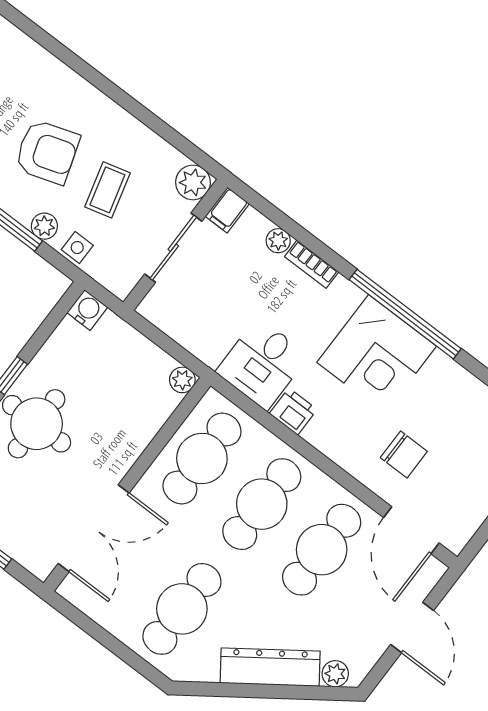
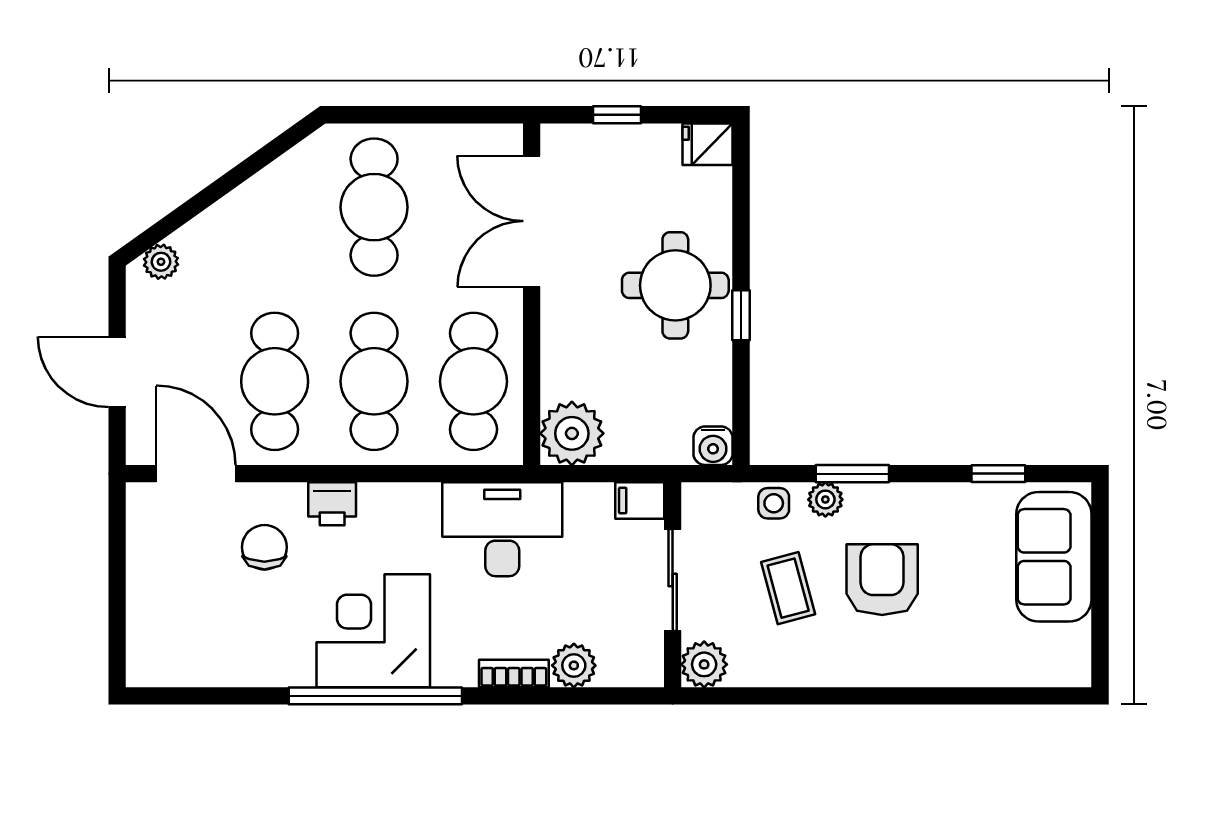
armchair: (47, 152) -> (882, 580), turned 108
filing cabinet: (227, 210) -> (640, 501), moved, turned -90
plant: (278, 241) -> (574, 665), width x1.38, depth x1.38
desk: (262, 364) -> (502, 529), width x1.37
plant: (182, 380) -> (572, 433), width x1.88, depth x1.88
printer: (293, 411) -> (332, 504), moved
chair: (404, 454) -> (264, 547), turned 90
dresser: (270, 667) -> (235, 217), removed

